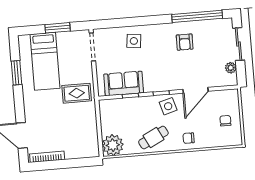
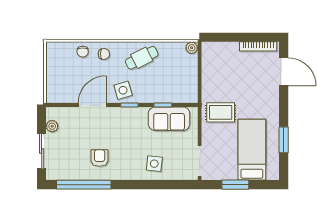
chair: (225, 121) -> (83, 52), moved
plant: (113, 145) -> (192, 48), width x0.53, depth x0.53

